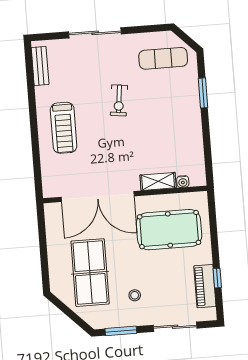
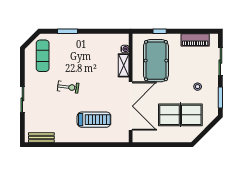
sliding door: (95, 33) -> (22, 99), width x0.73
treadmill: (64, 128) -> (94, 120), moved
window: (217, 278) -> (160, 31), moved

